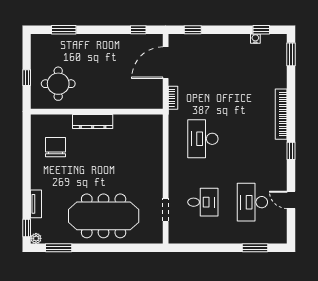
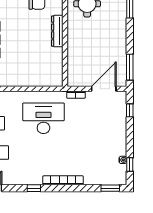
window: (138, 30) -> (130, 67), width x2.17
door: (166, 63) -> (104, 89), hinge flipped
desk: (203, 139) -> (43, 118), width x1.36, depth x1.30

